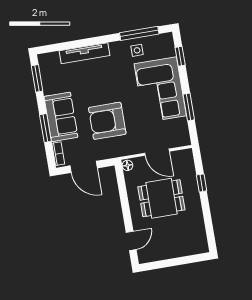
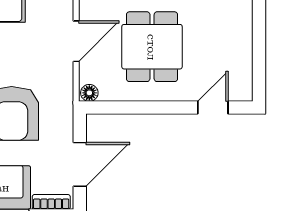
door: (131, 241) -> (213, 108), hinge flipped

